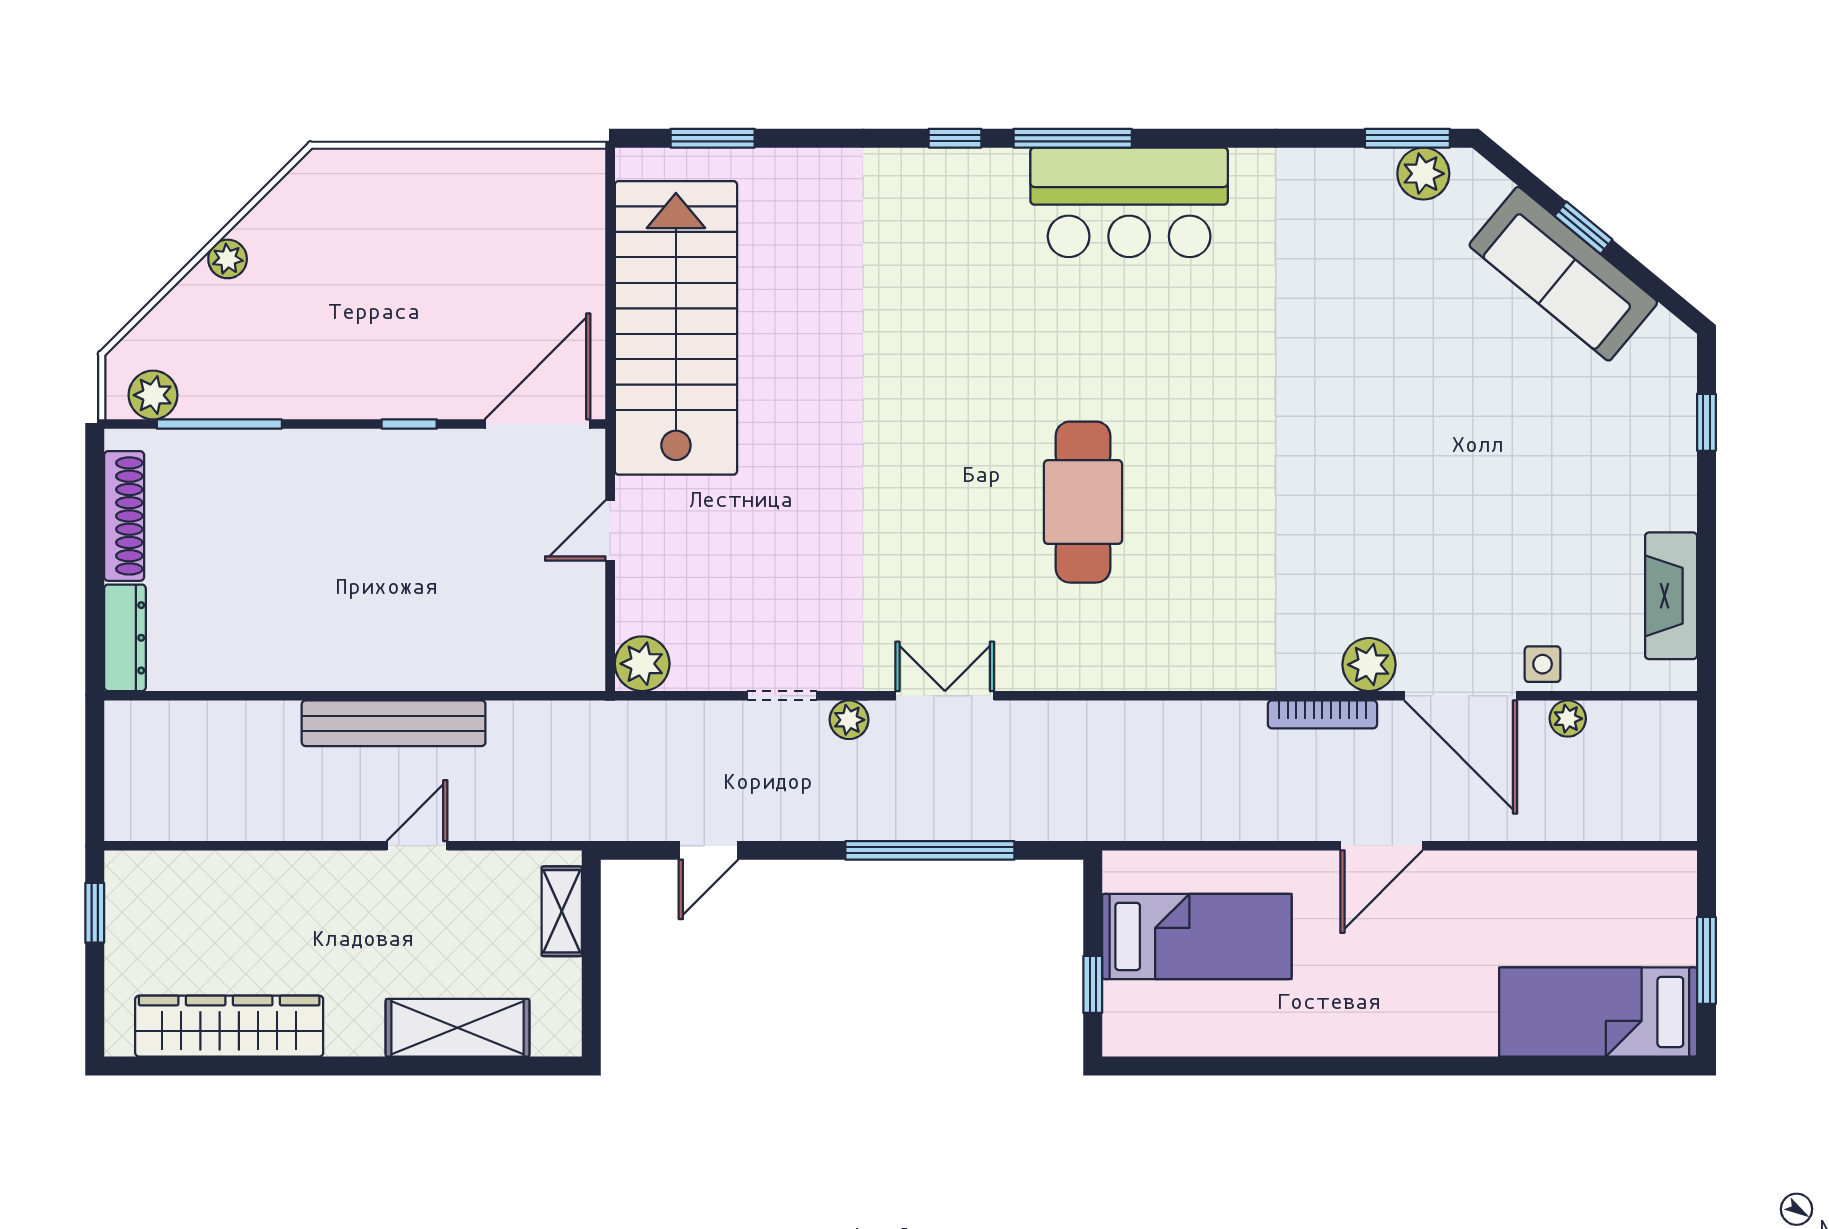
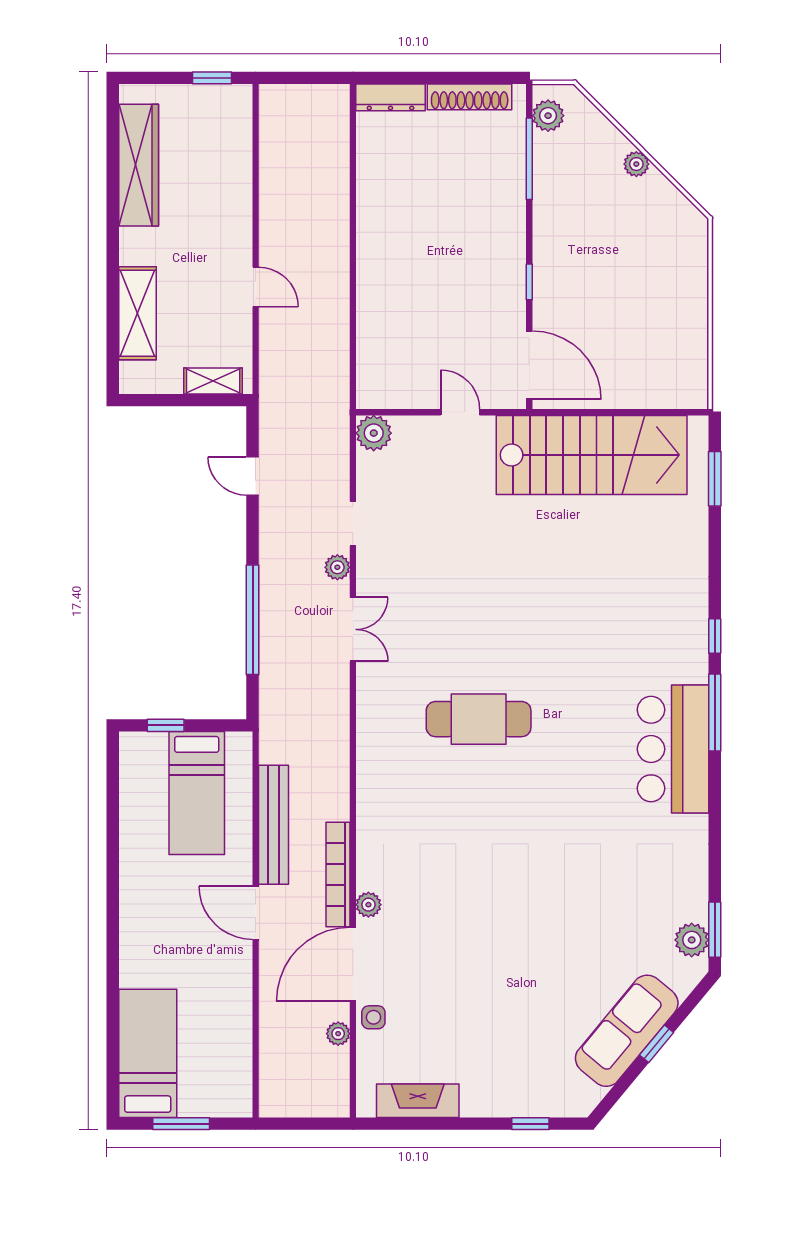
plant: (1369, 665) -> (368, 905), width x0.73, depth x0.73
bookcase: (1322, 714) -> (338, 874), width x1.48, depth x1.31
bench: (394, 723) -> (273, 825), moved

